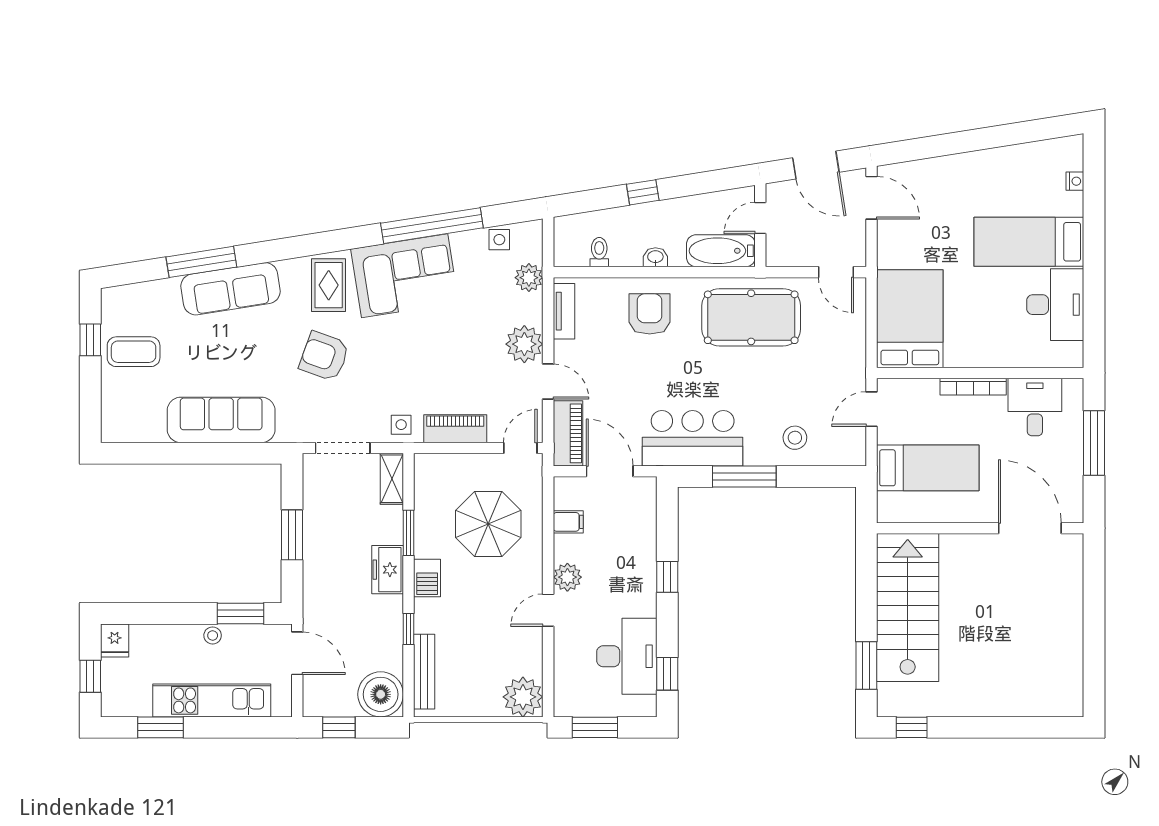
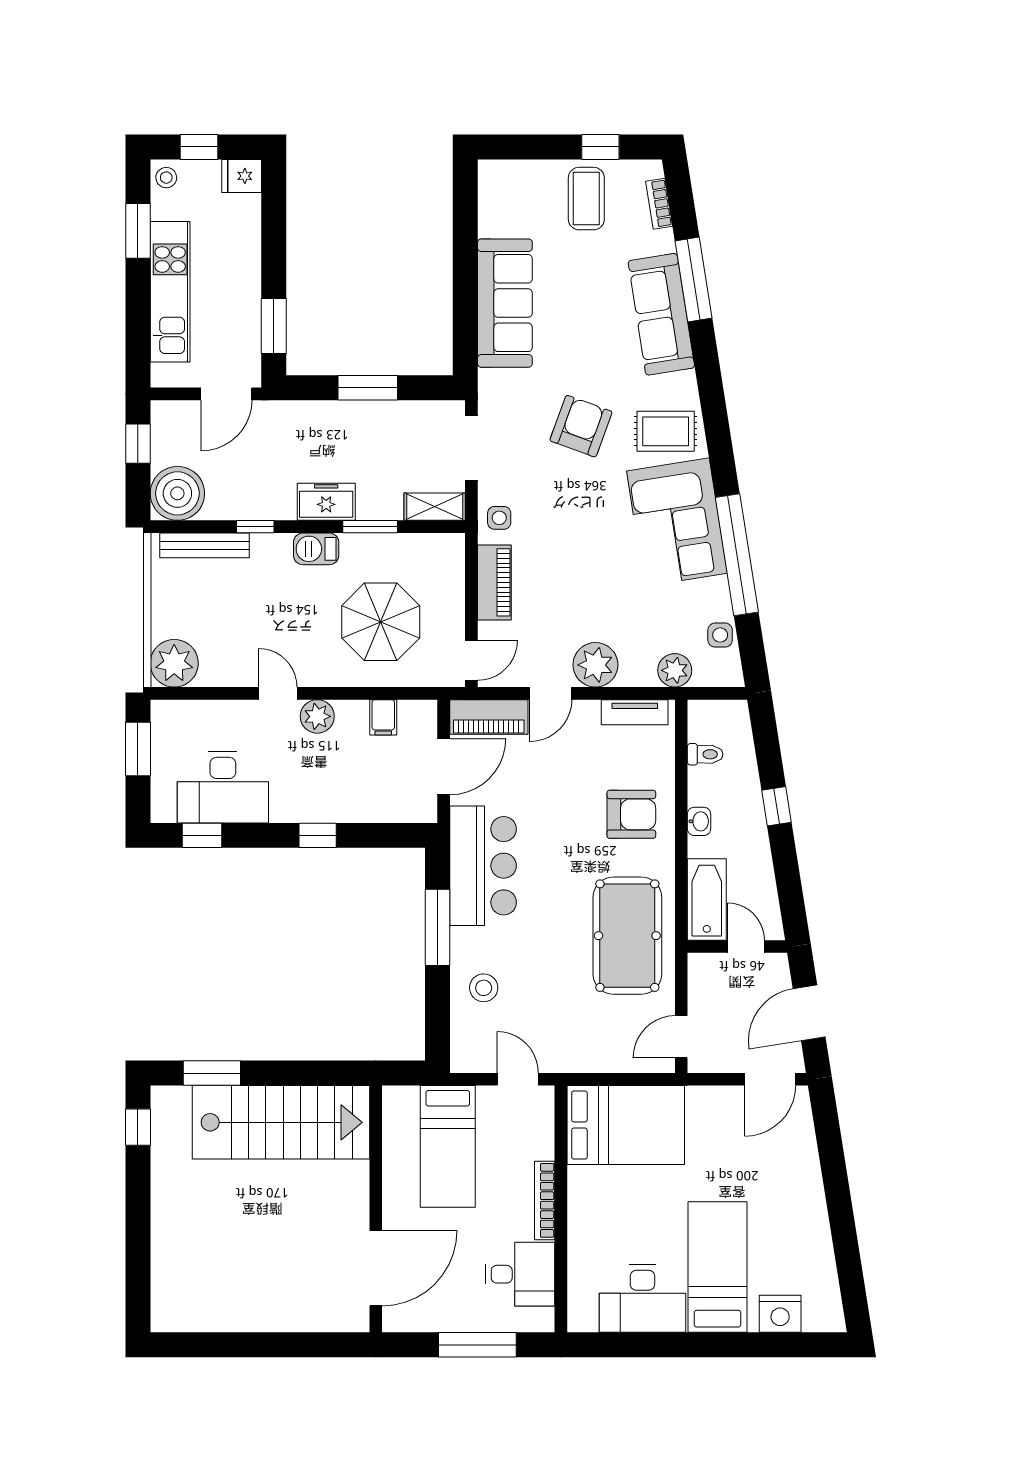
nightstand: (1075, 181) -> (780, 1314), width x1.89, depth x1.79
bookcase: (138, 291) -> (659, 204), added
door: (520, 448) -> (471, 660), hinge flipped
stool: (213, 635) -> (166, 178), moved

